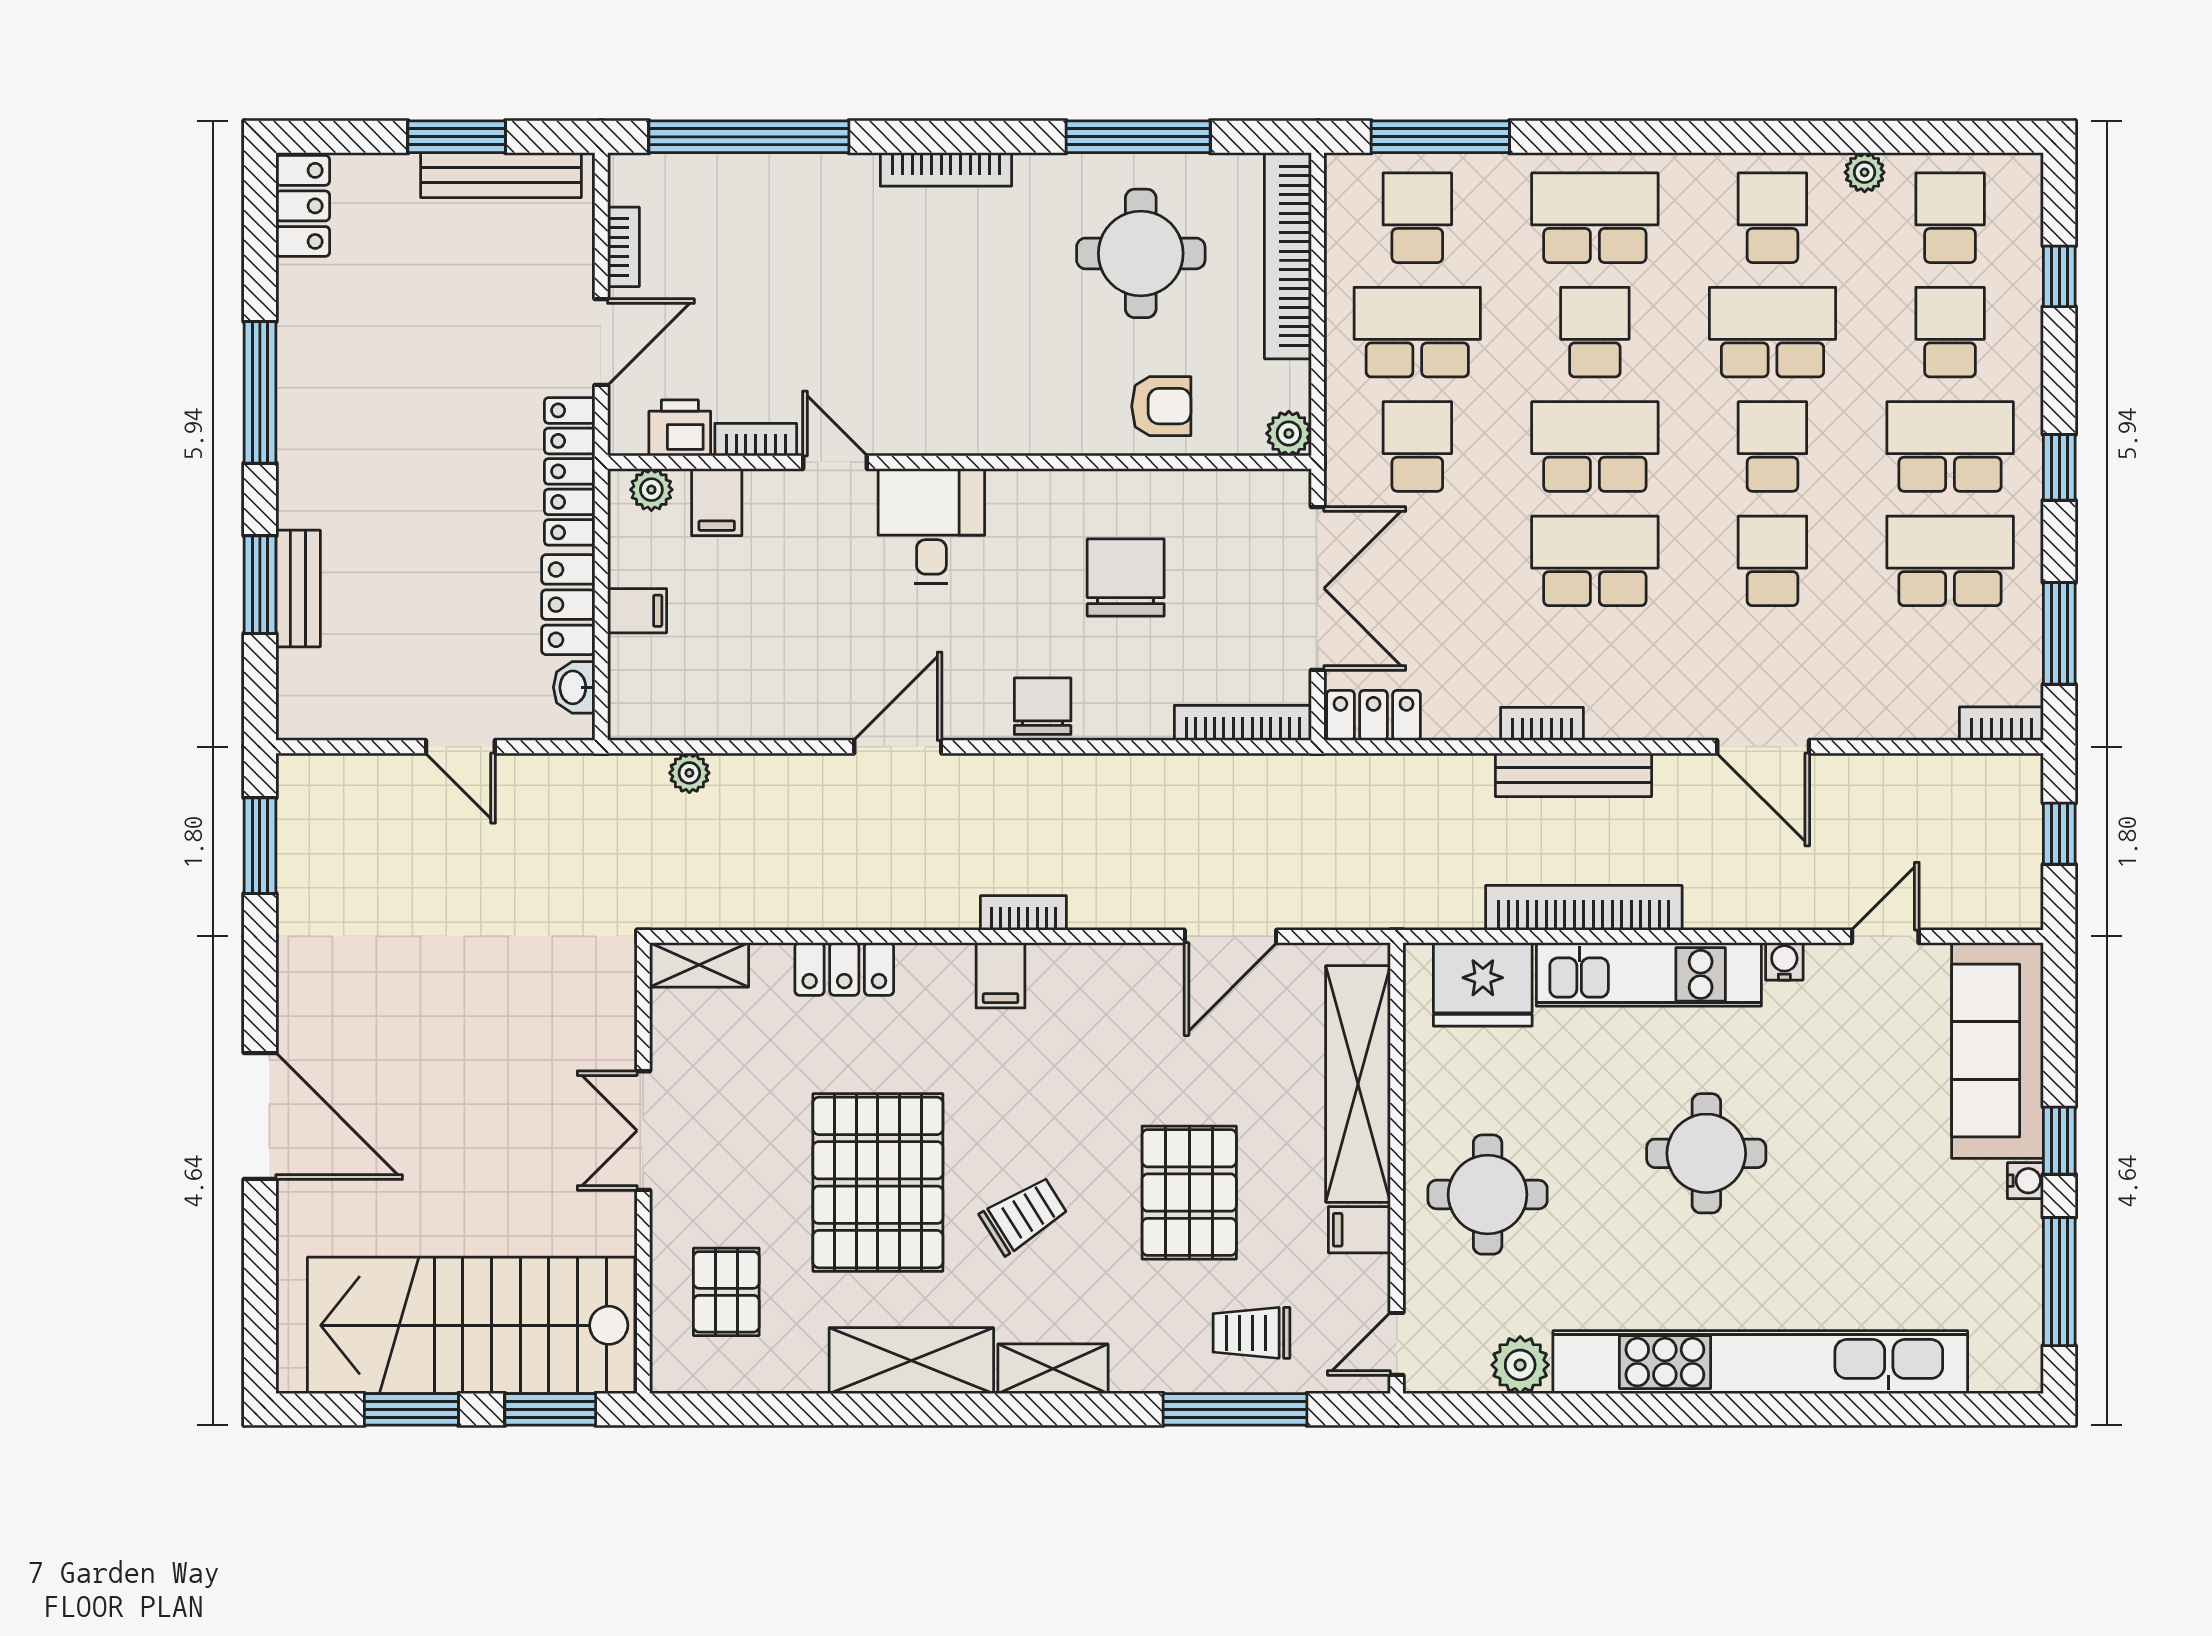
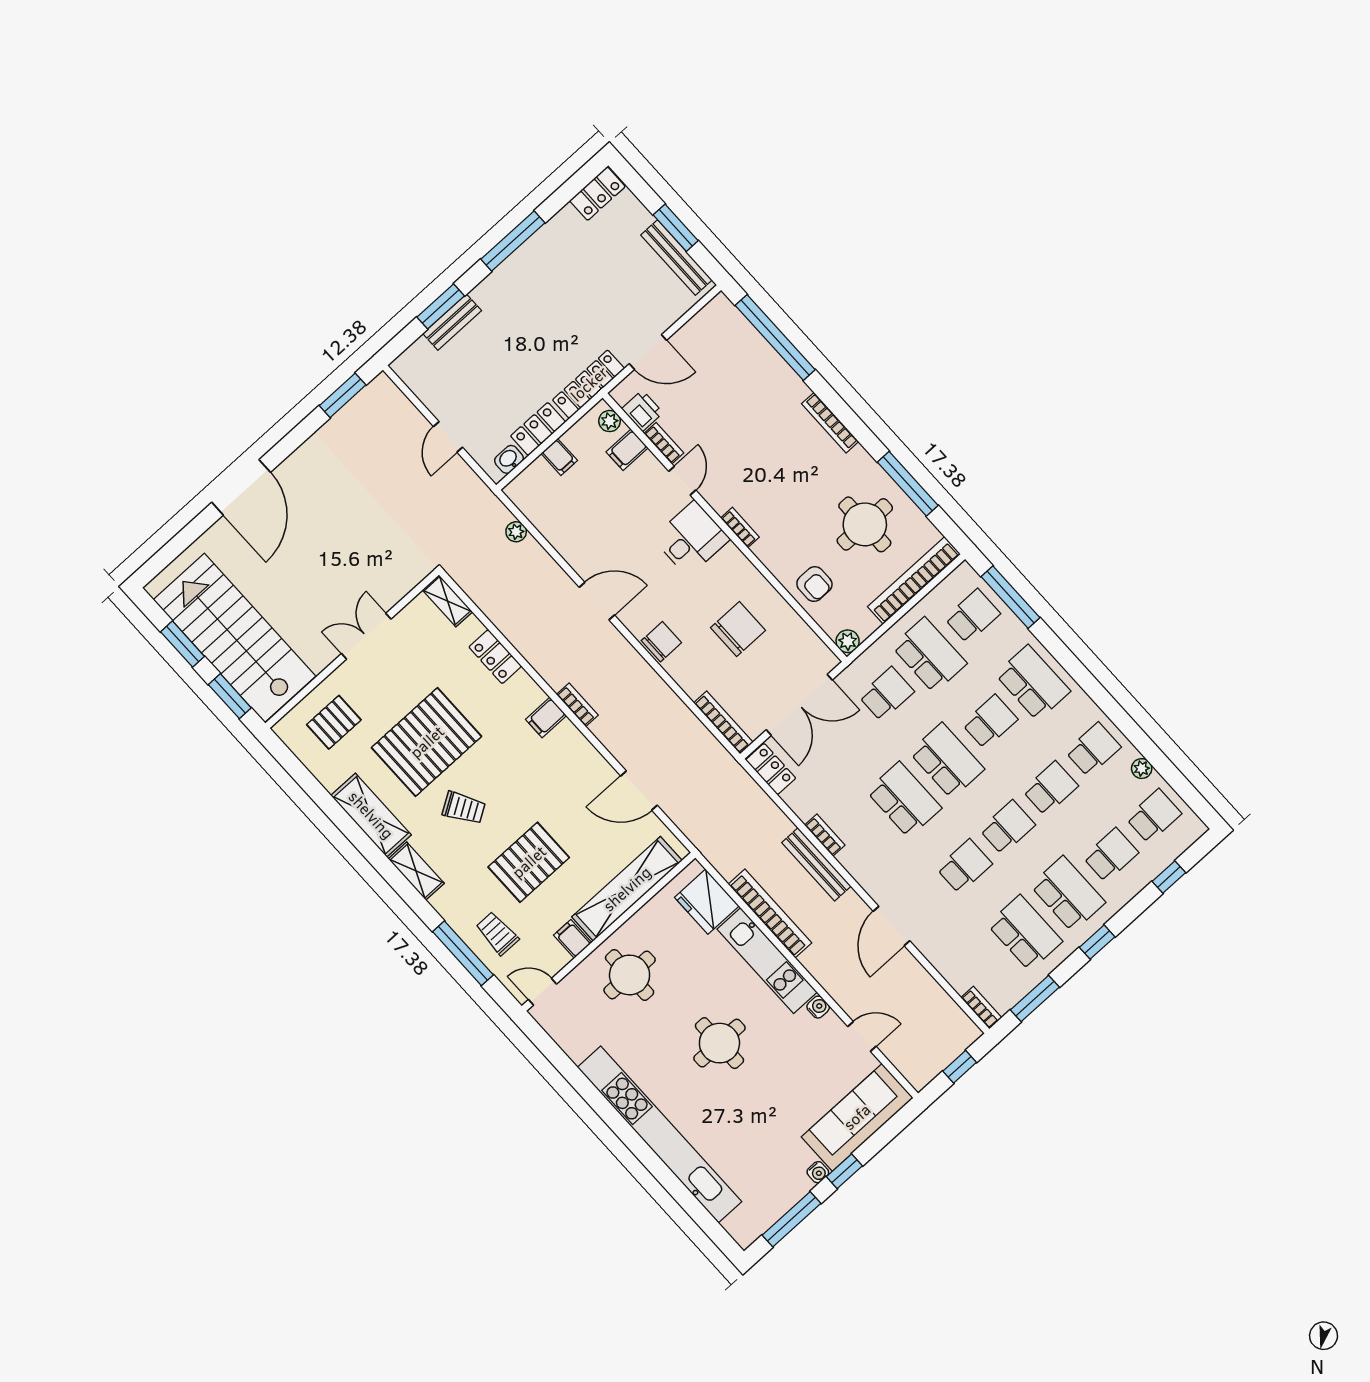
bookcase: (623, 247) -> (740, 528), moved, turned -90
school desk: (1772, 332) -> (1050, 788), width x0.54
plant: (1520, 1365) -> (577, 1045), removed

